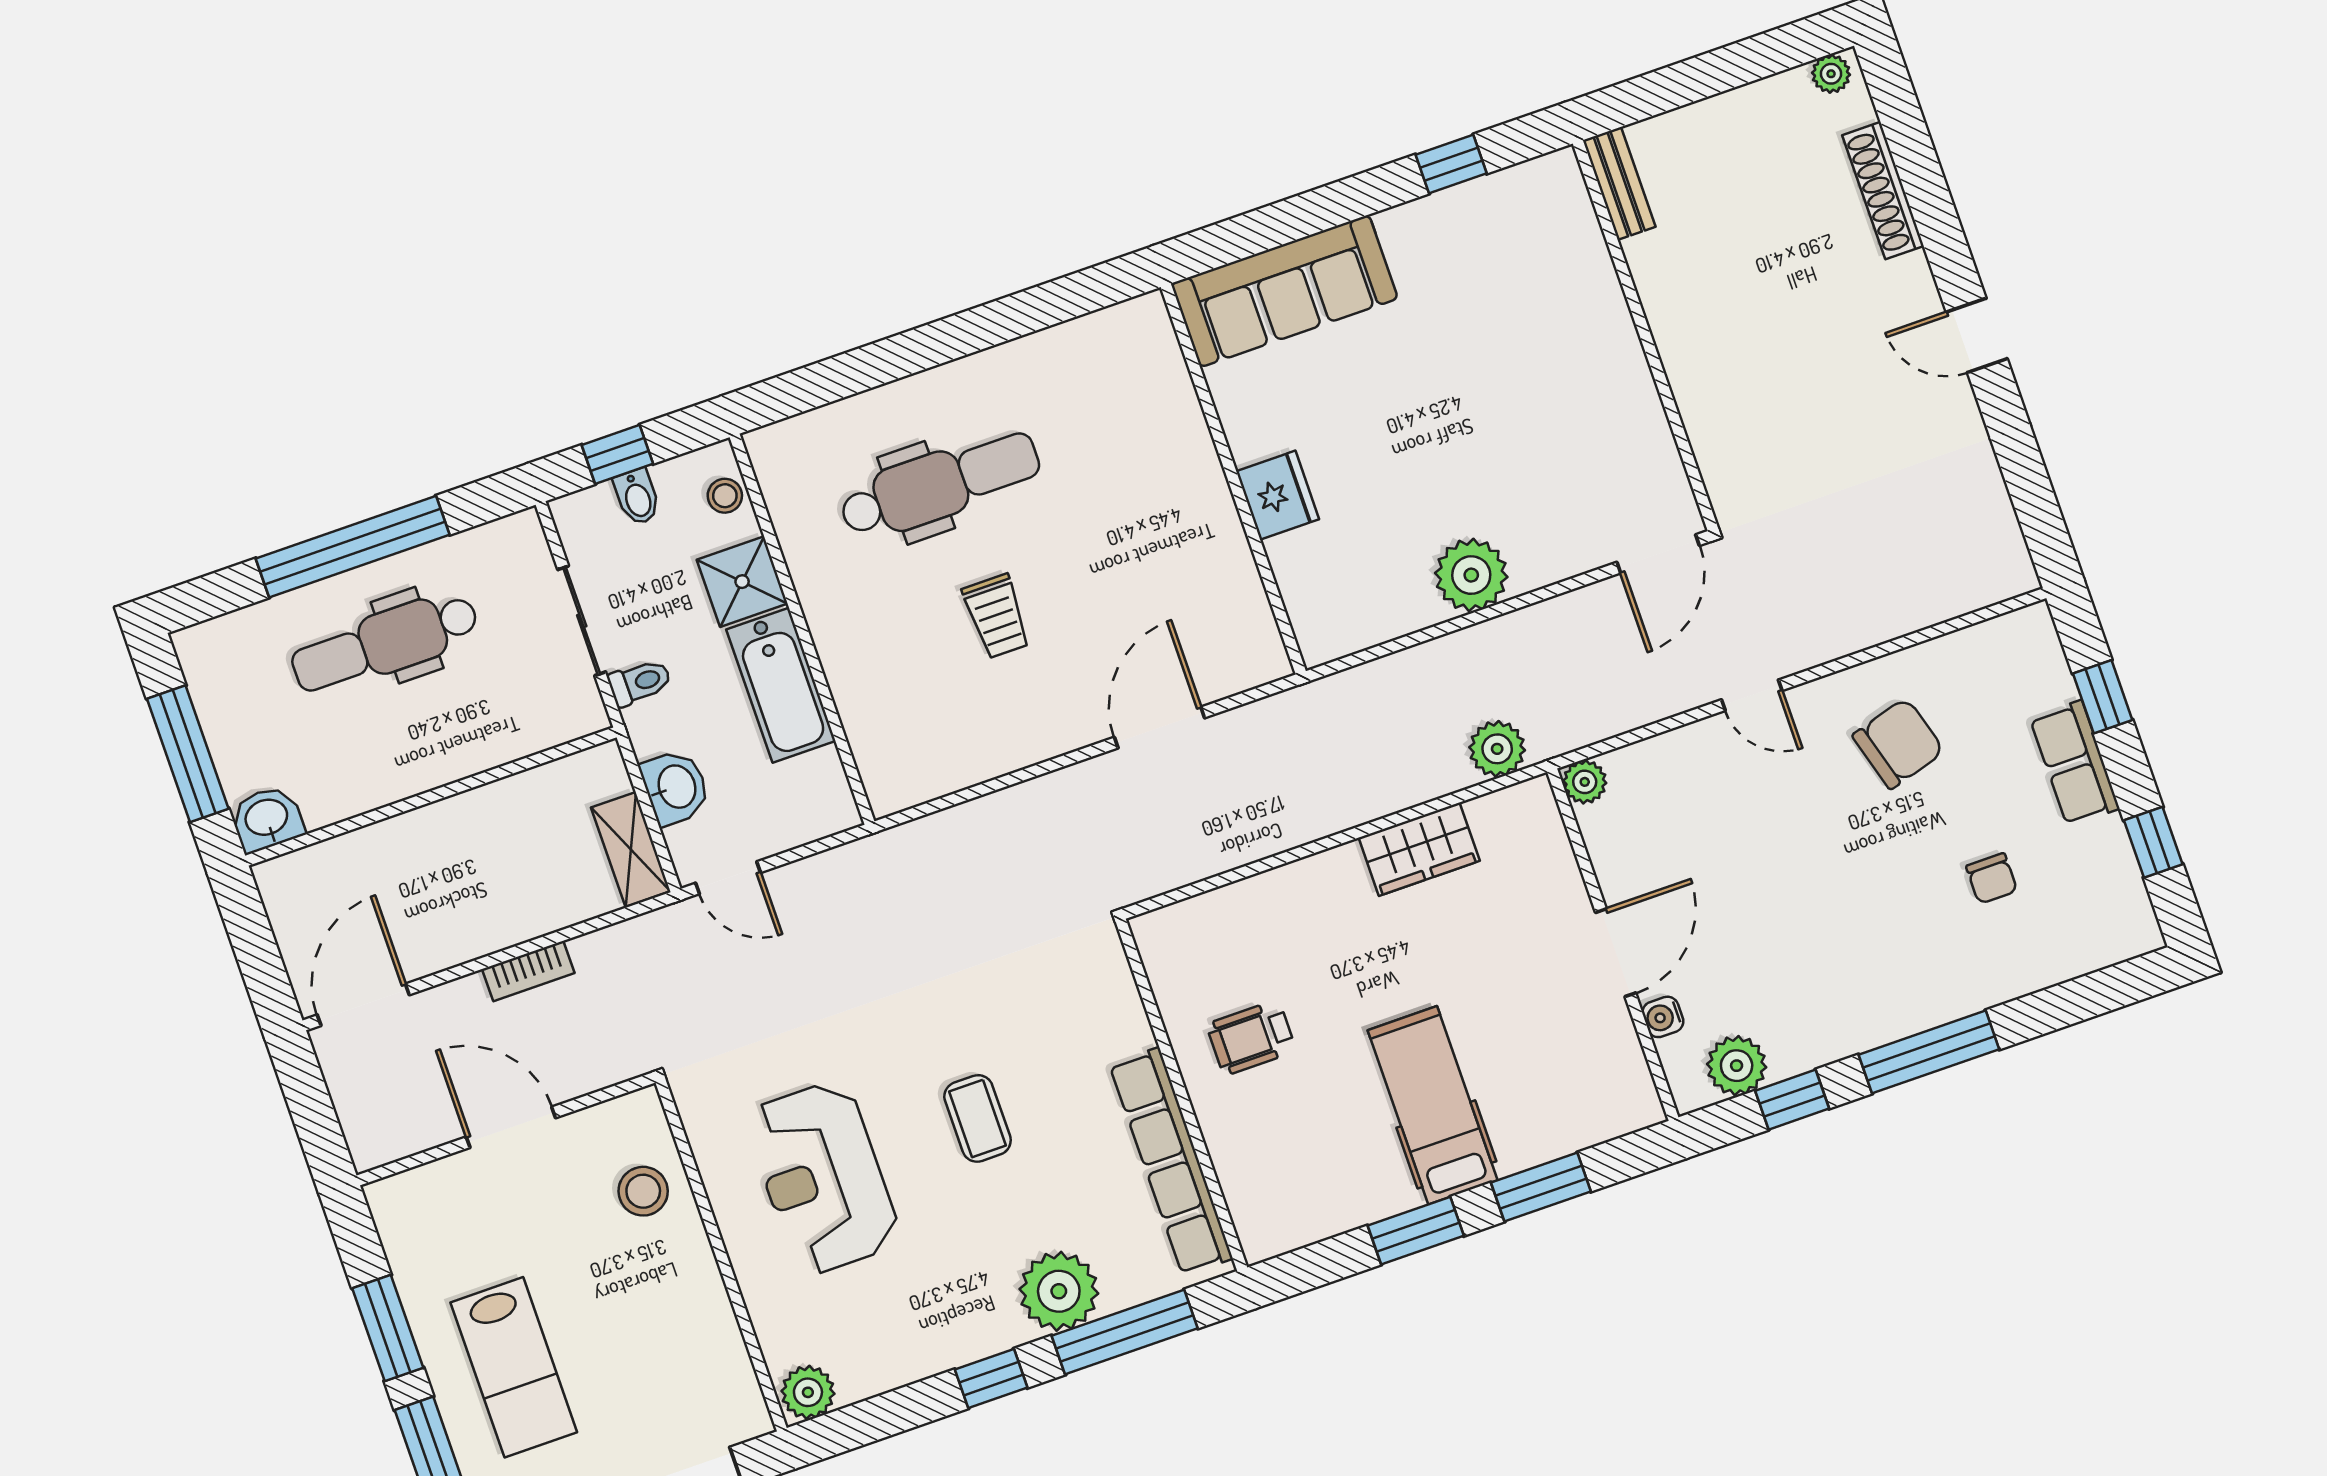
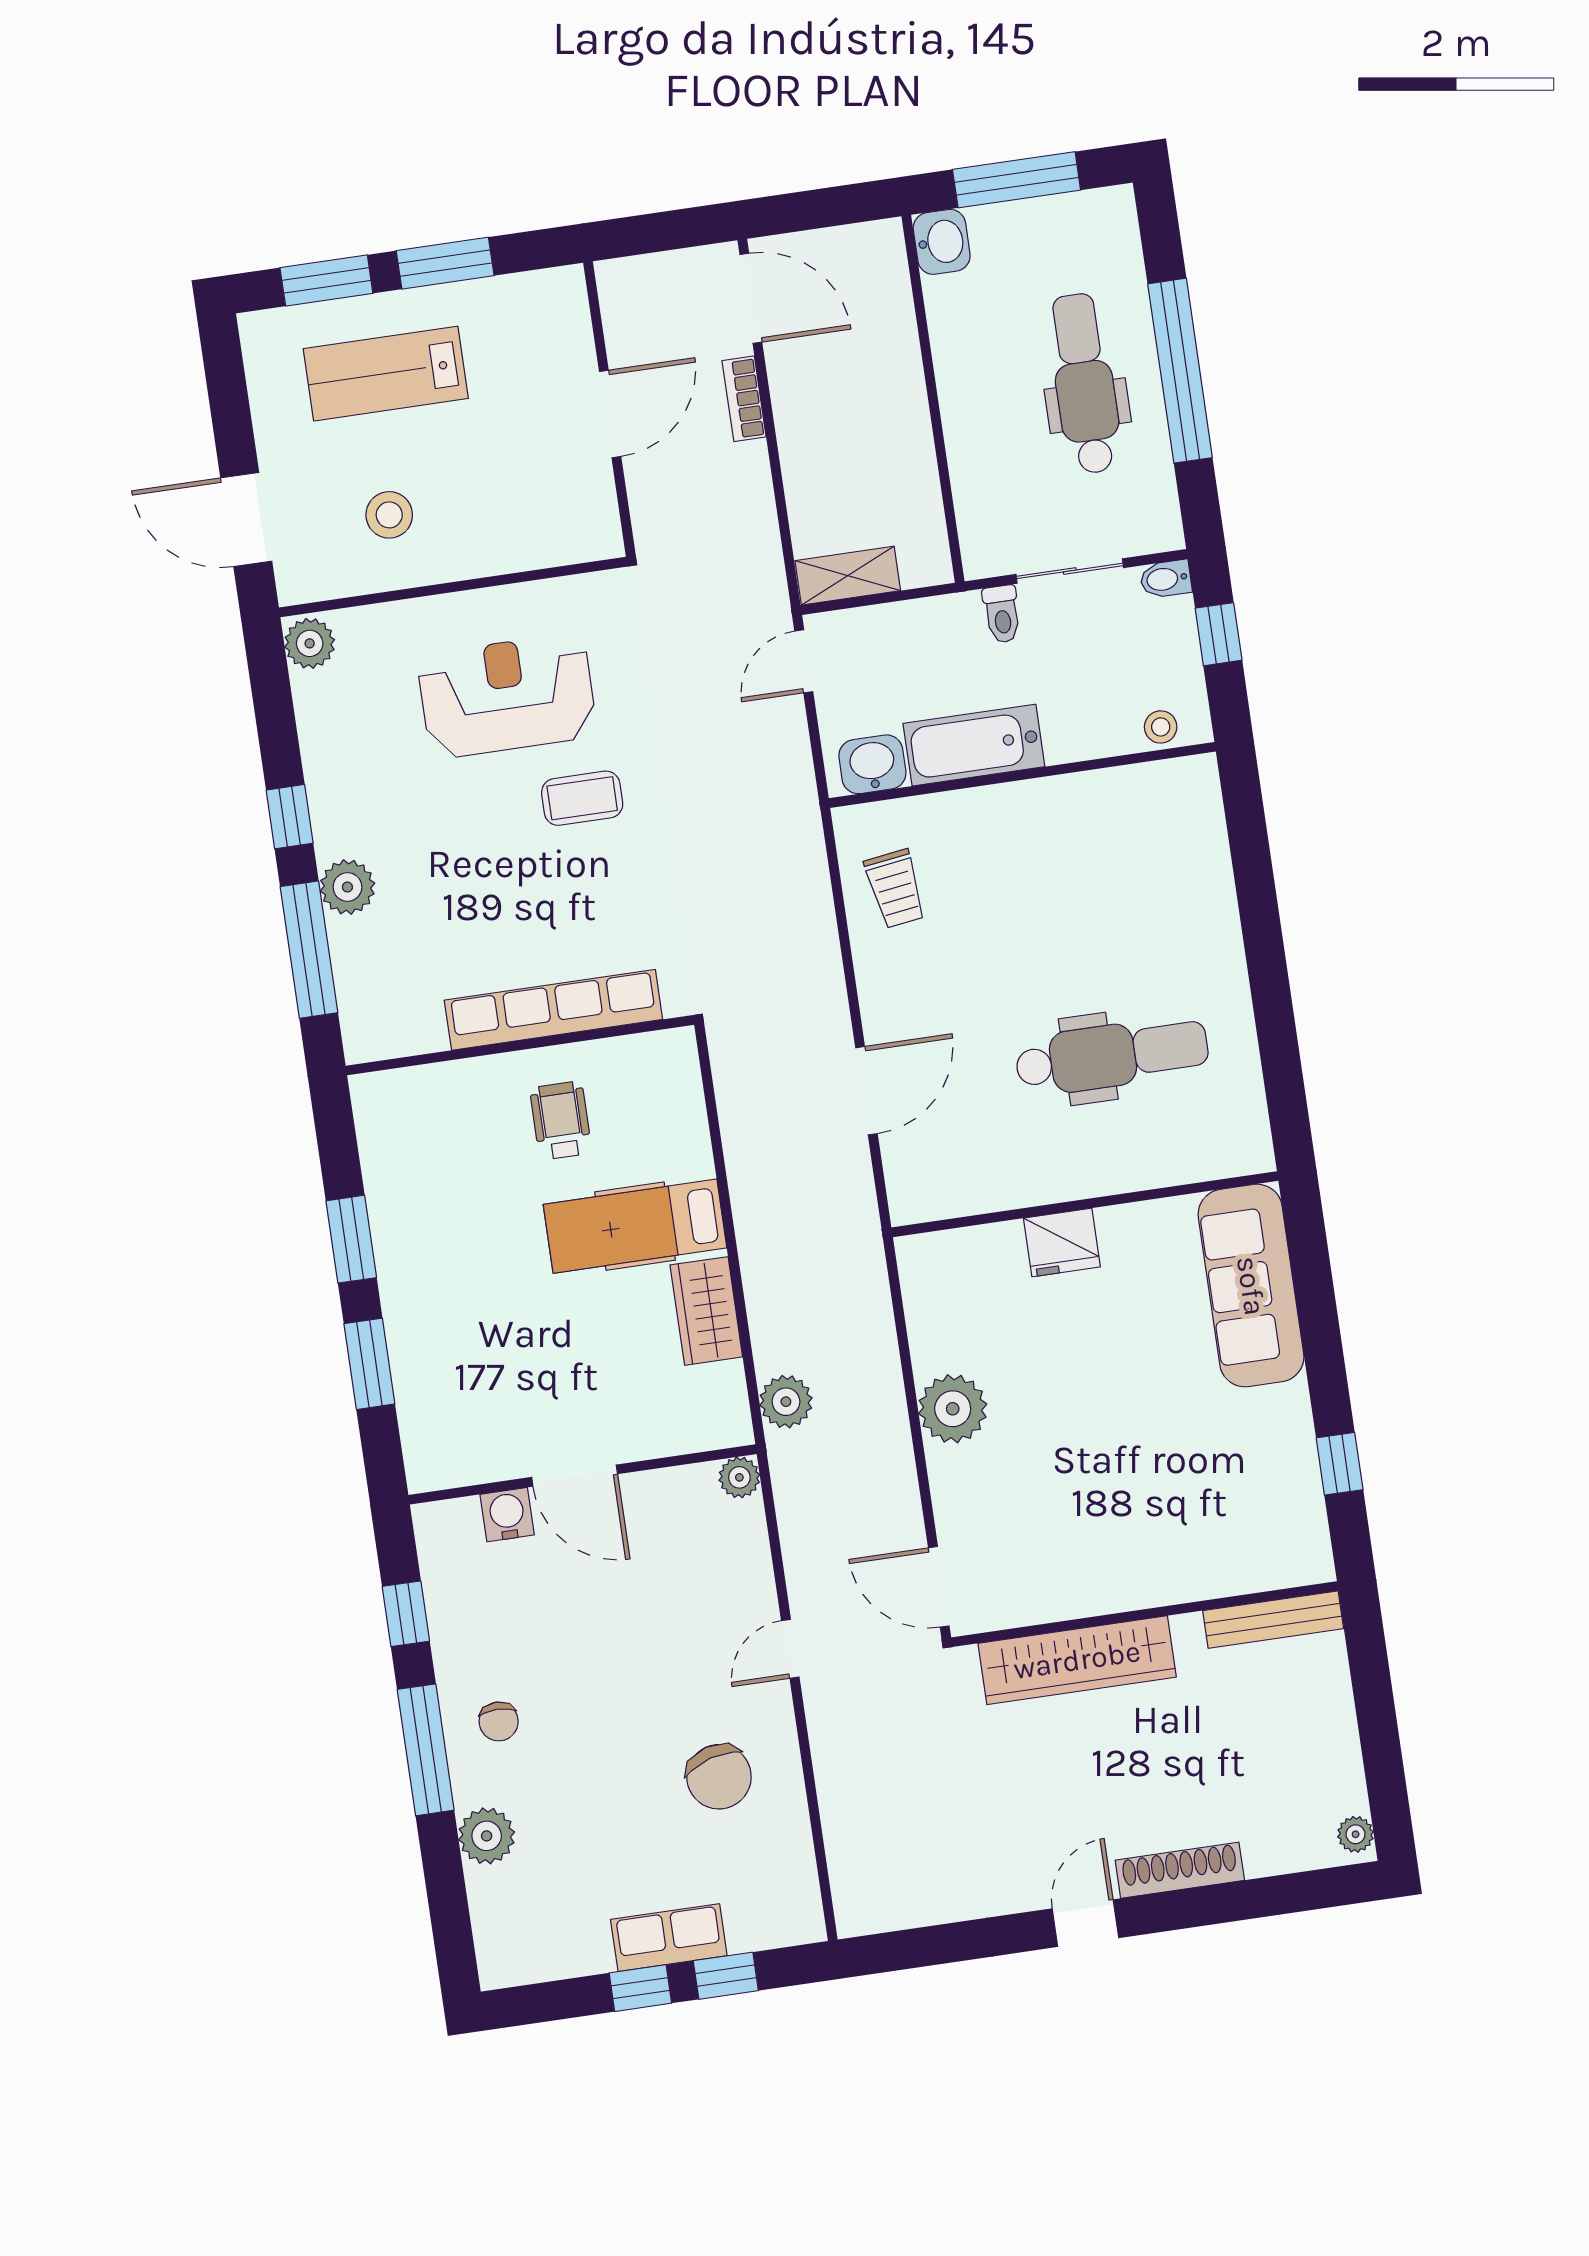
bench: (1619, 184) -> (1273, 1620), width x1.36
shoe rack: (1883, 191) -> (1180, 1870), moved
wardrobe: (1706, 396) -> (1077, 1660), added
dental chair: (940, 485) -> (1112, 1056), moved, turned -90
bidet: (637, 497) -> (1166, 579), moved
shower: (742, 582) -> (1077, 728), removed
trolley: (997, 616) -> (895, 889), moved, turned -98
door: (1160, 728) -> (866, 1091), hinge flipped
washbasin: (675, 787) -> (872, 764), moved, turned 180
window: (2153, 842) -> (640, 1988), moved
chair: (1992, 878) -> (499, 1721), moved, turned -90
bookcase: (528, 971) -> (744, 399), moved
water cooler: (1663, 1017) -> (507, 1515), width x1.38, depth x1.38
plant: (1737, 1066) -> (487, 1836), moved
hospital bed: (1433, 1105) -> (635, 1226), moved, turned 180
coffee table: (978, 1118) -> (582, 798), moved
row of seats: (1171, 1161) -> (553, 1010), moved
stool: (643, 1191) -> (389, 515), moved
plant: (1059, 1291) -> (347, 887), width x0.73, depth x0.73

